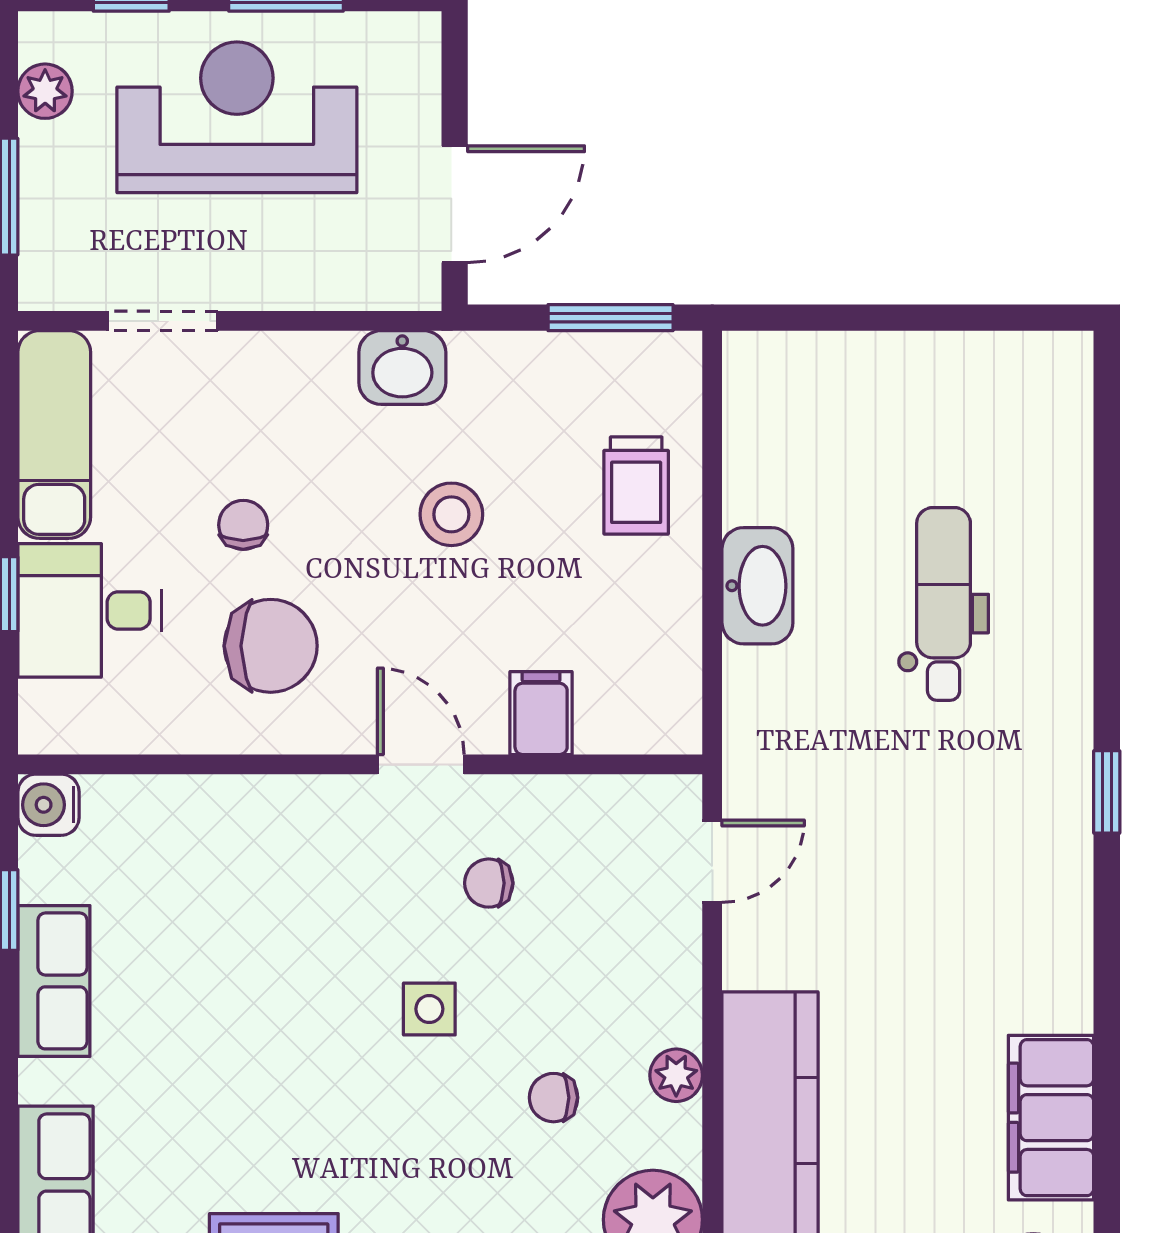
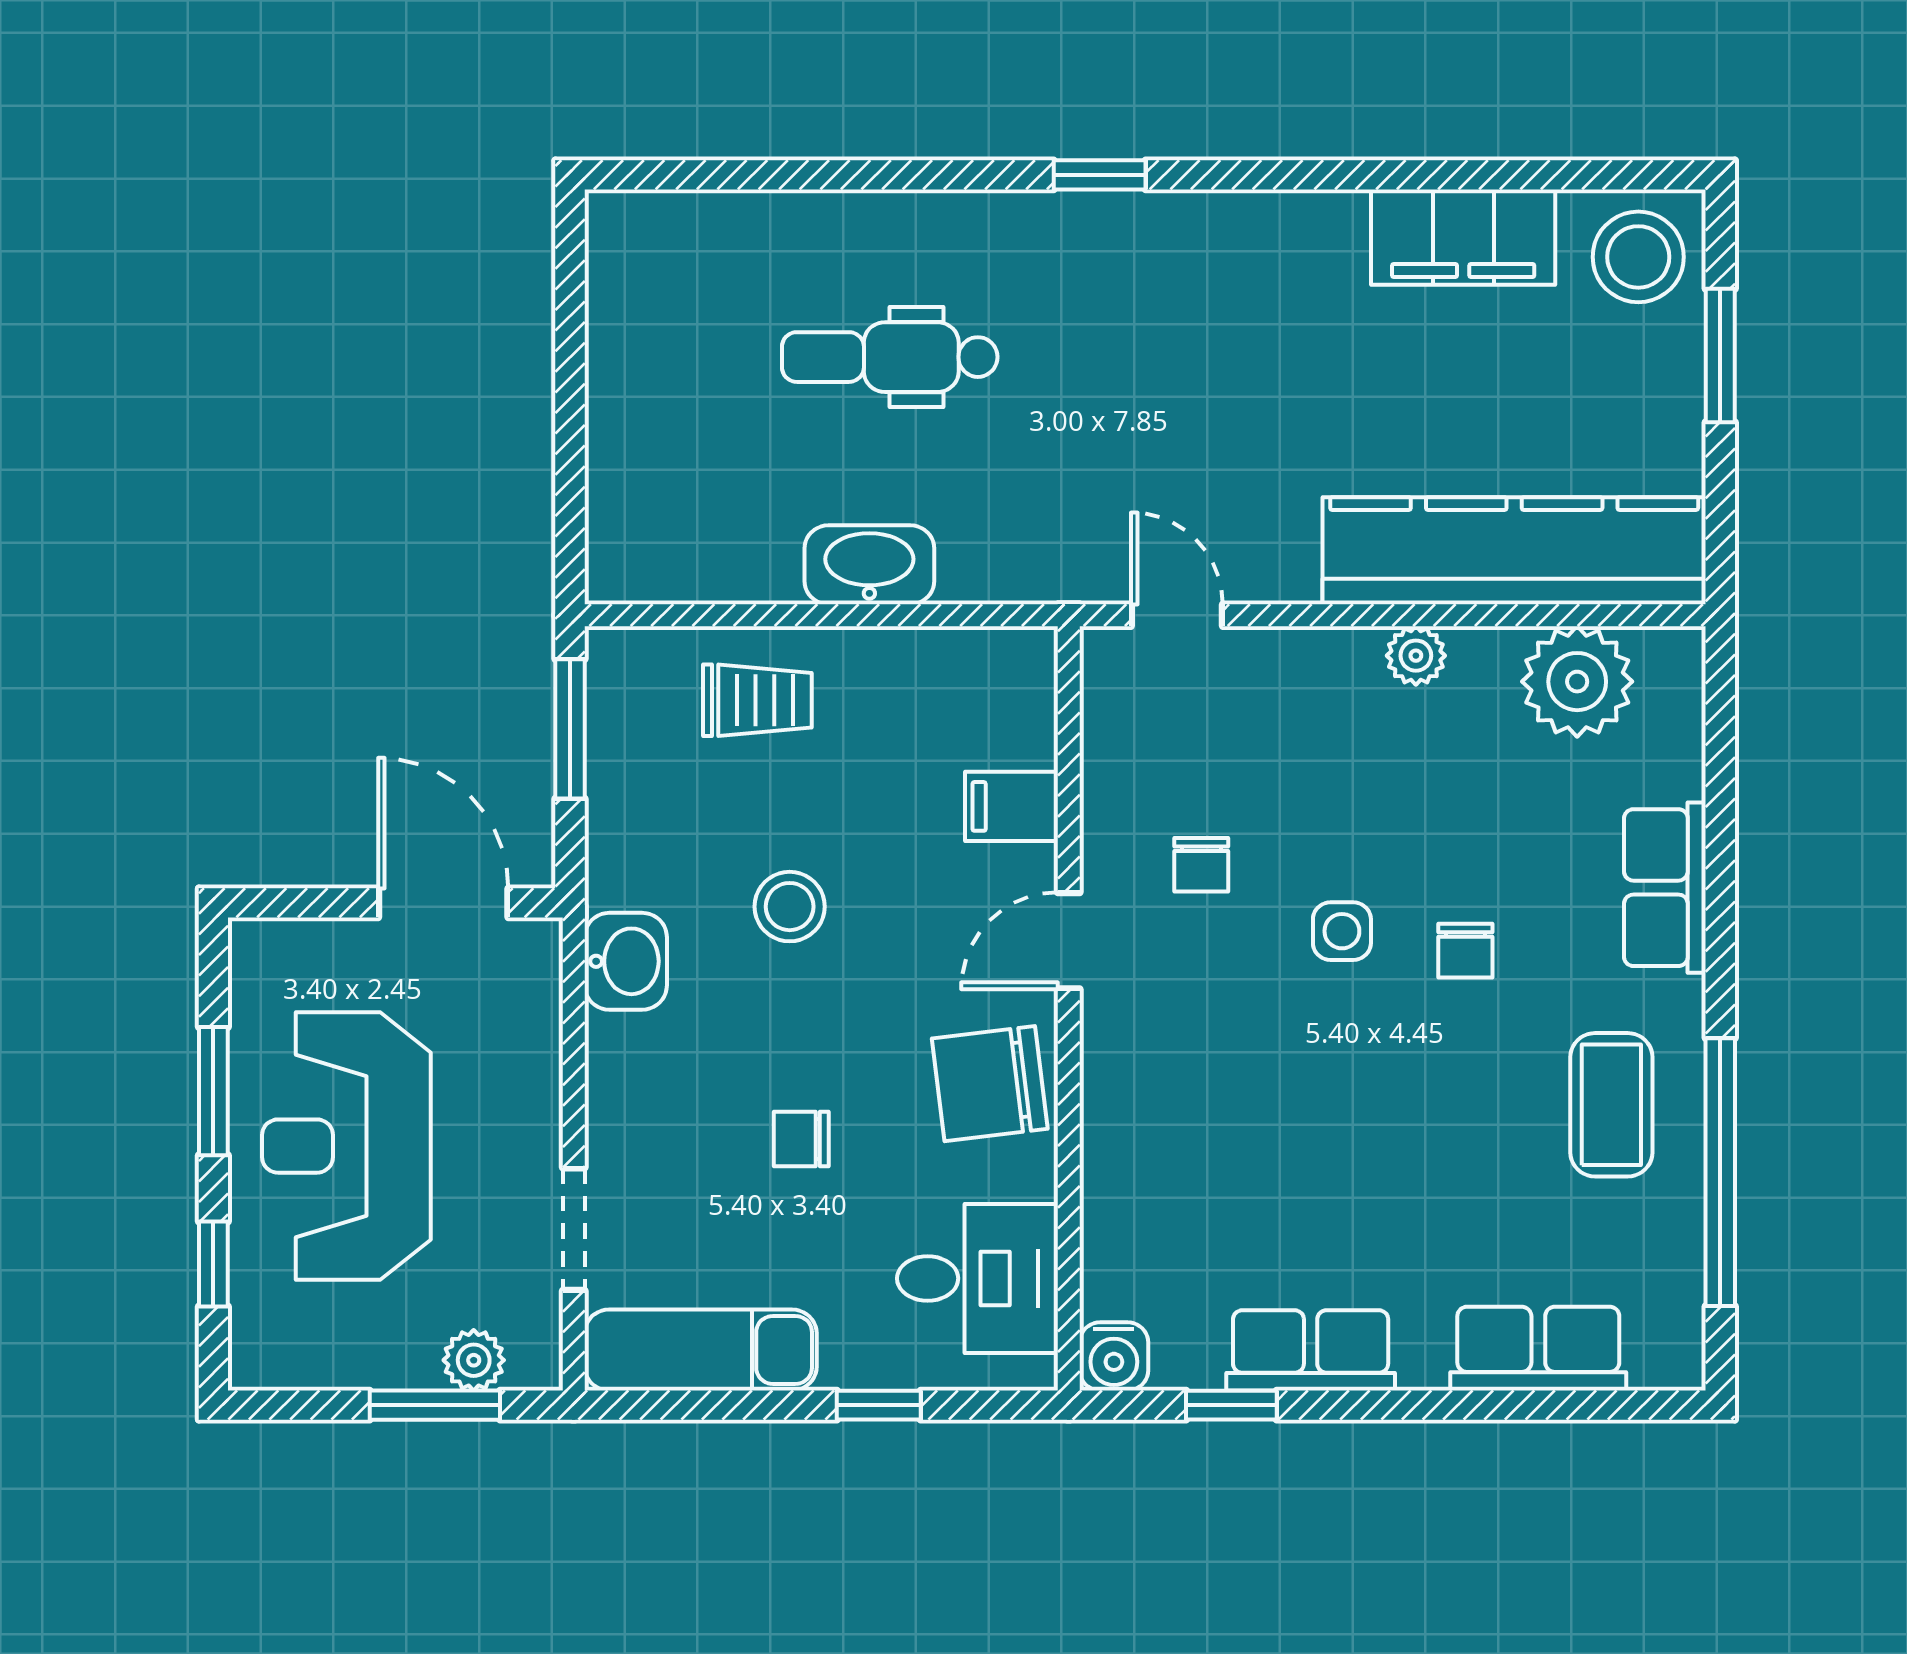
plant: (45, 91) -> (474, 1360), moved
desk: (90, 610) -> (977, 1278), moved, turned -90
chair: (271, 646) -> (990, 1084), moved, turned -97
chair: (554, 1098) -> (1465, 951), moved

